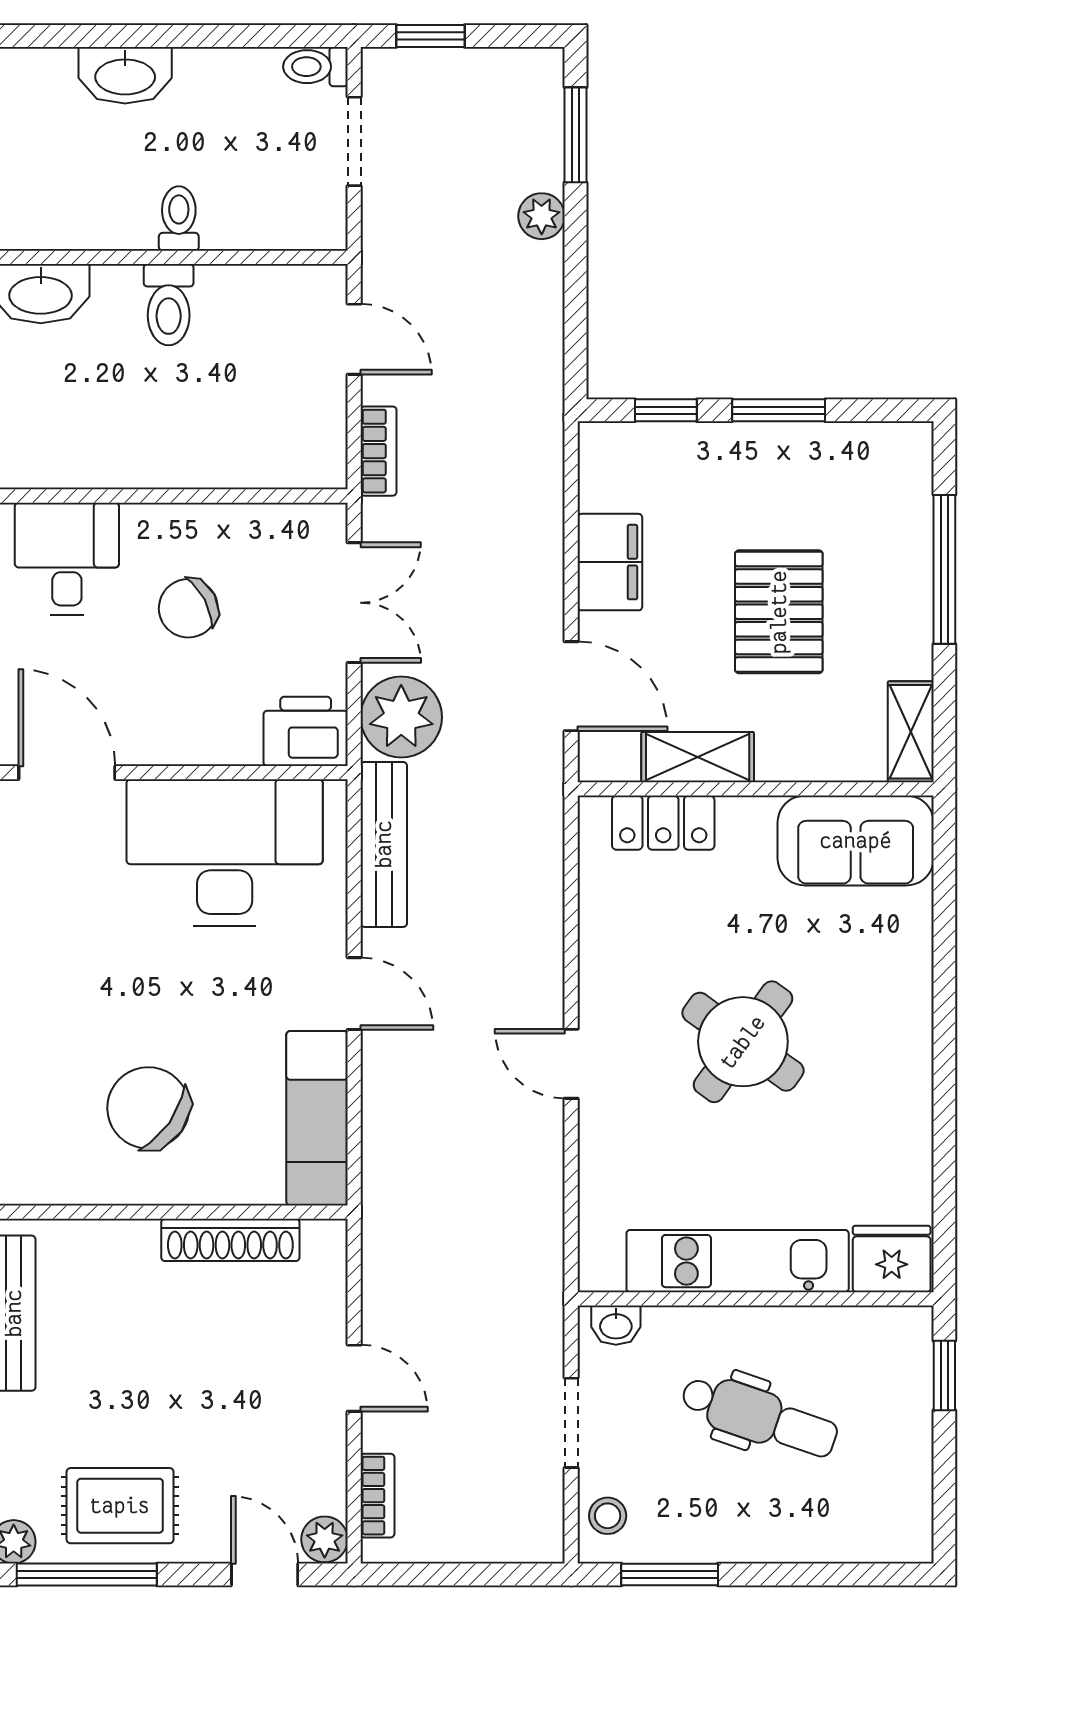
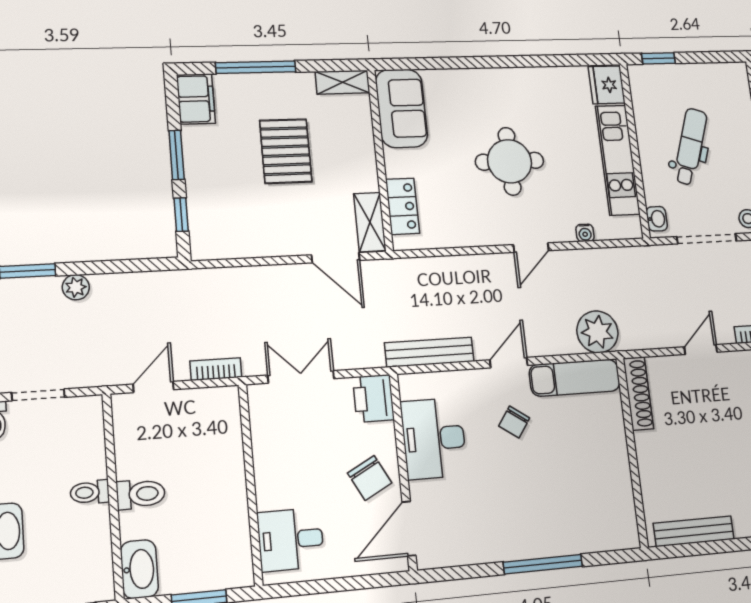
filing cabinet: (610, 562) -> (196, 99), moved, turned 90
chair: (188, 608) -> (370, 478), moved
pallet: (779, 612) -> (286, 151), turned 90
door: (571, 686) -> (336, 258), swing flipped
plant: (401, 717) -> (597, 332), moved
shelving: (698, 757) -> (370, 222), moved
desk: (225, 853) -> (434, 438), width x0.73, depth x0.77
round table: (743, 1042) -> (510, 161), turned -36
chair: (148, 1108) -> (514, 422), moved, width x0.54, depth x0.54
water cooler: (595, 1175) -> (585, 233), added
shoe rack: (230, 1240) -> (638, 393), moved
doorway: (571, 1423) -> (707, 239), width x1.38

